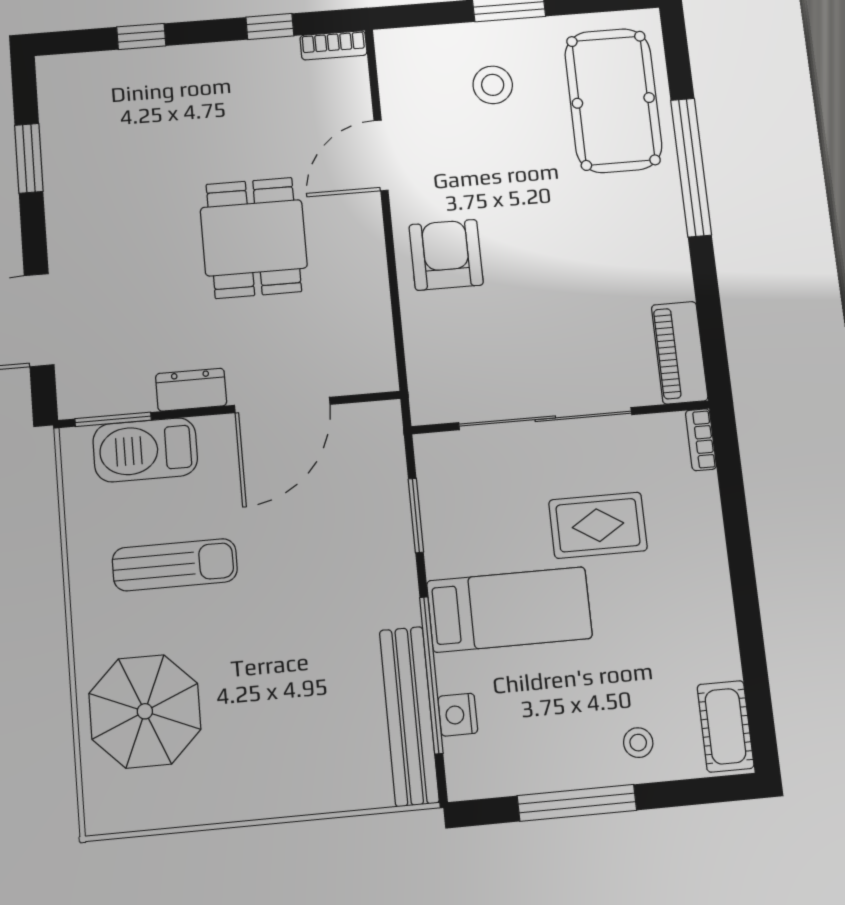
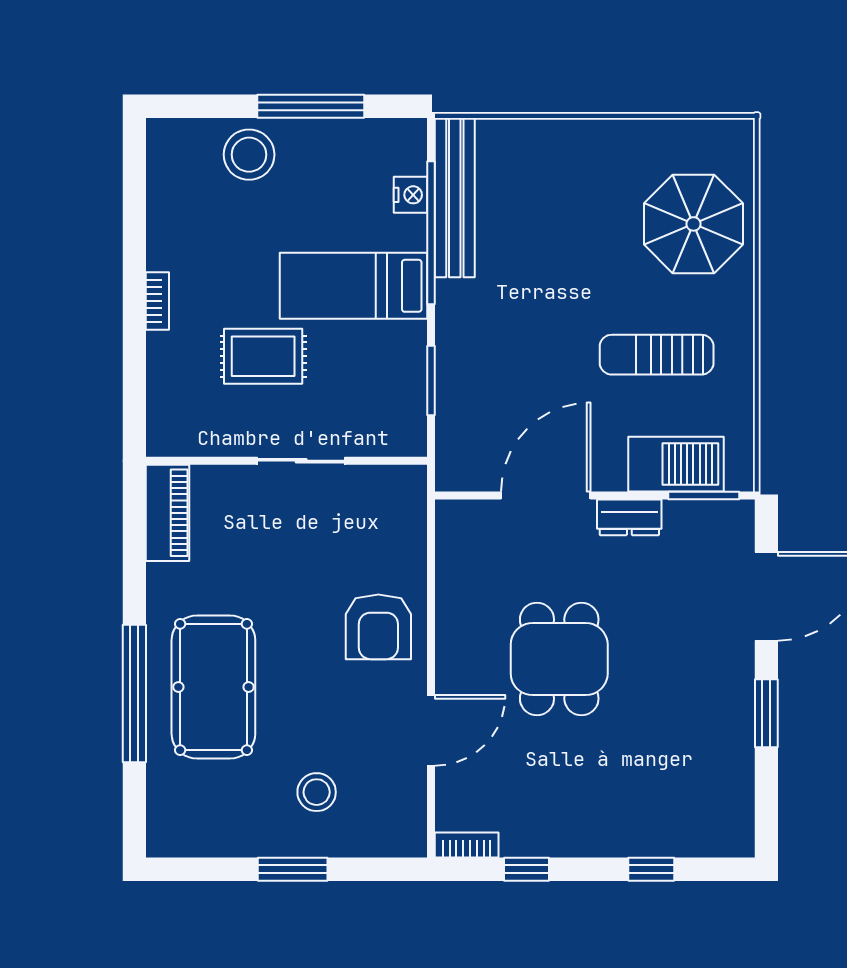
pool table: (613, 100) -> (213, 687), moved
window: (29, 158) -> (766, 713), moved
sliding door: (545, 419) -> (301, 461), width x0.54
bookcase: (701, 440) -> (157, 301), moved
cot: (725, 726) -> (168, 162), removed
stool: (638, 743) -> (249, 155), width x1.89, depth x1.89

